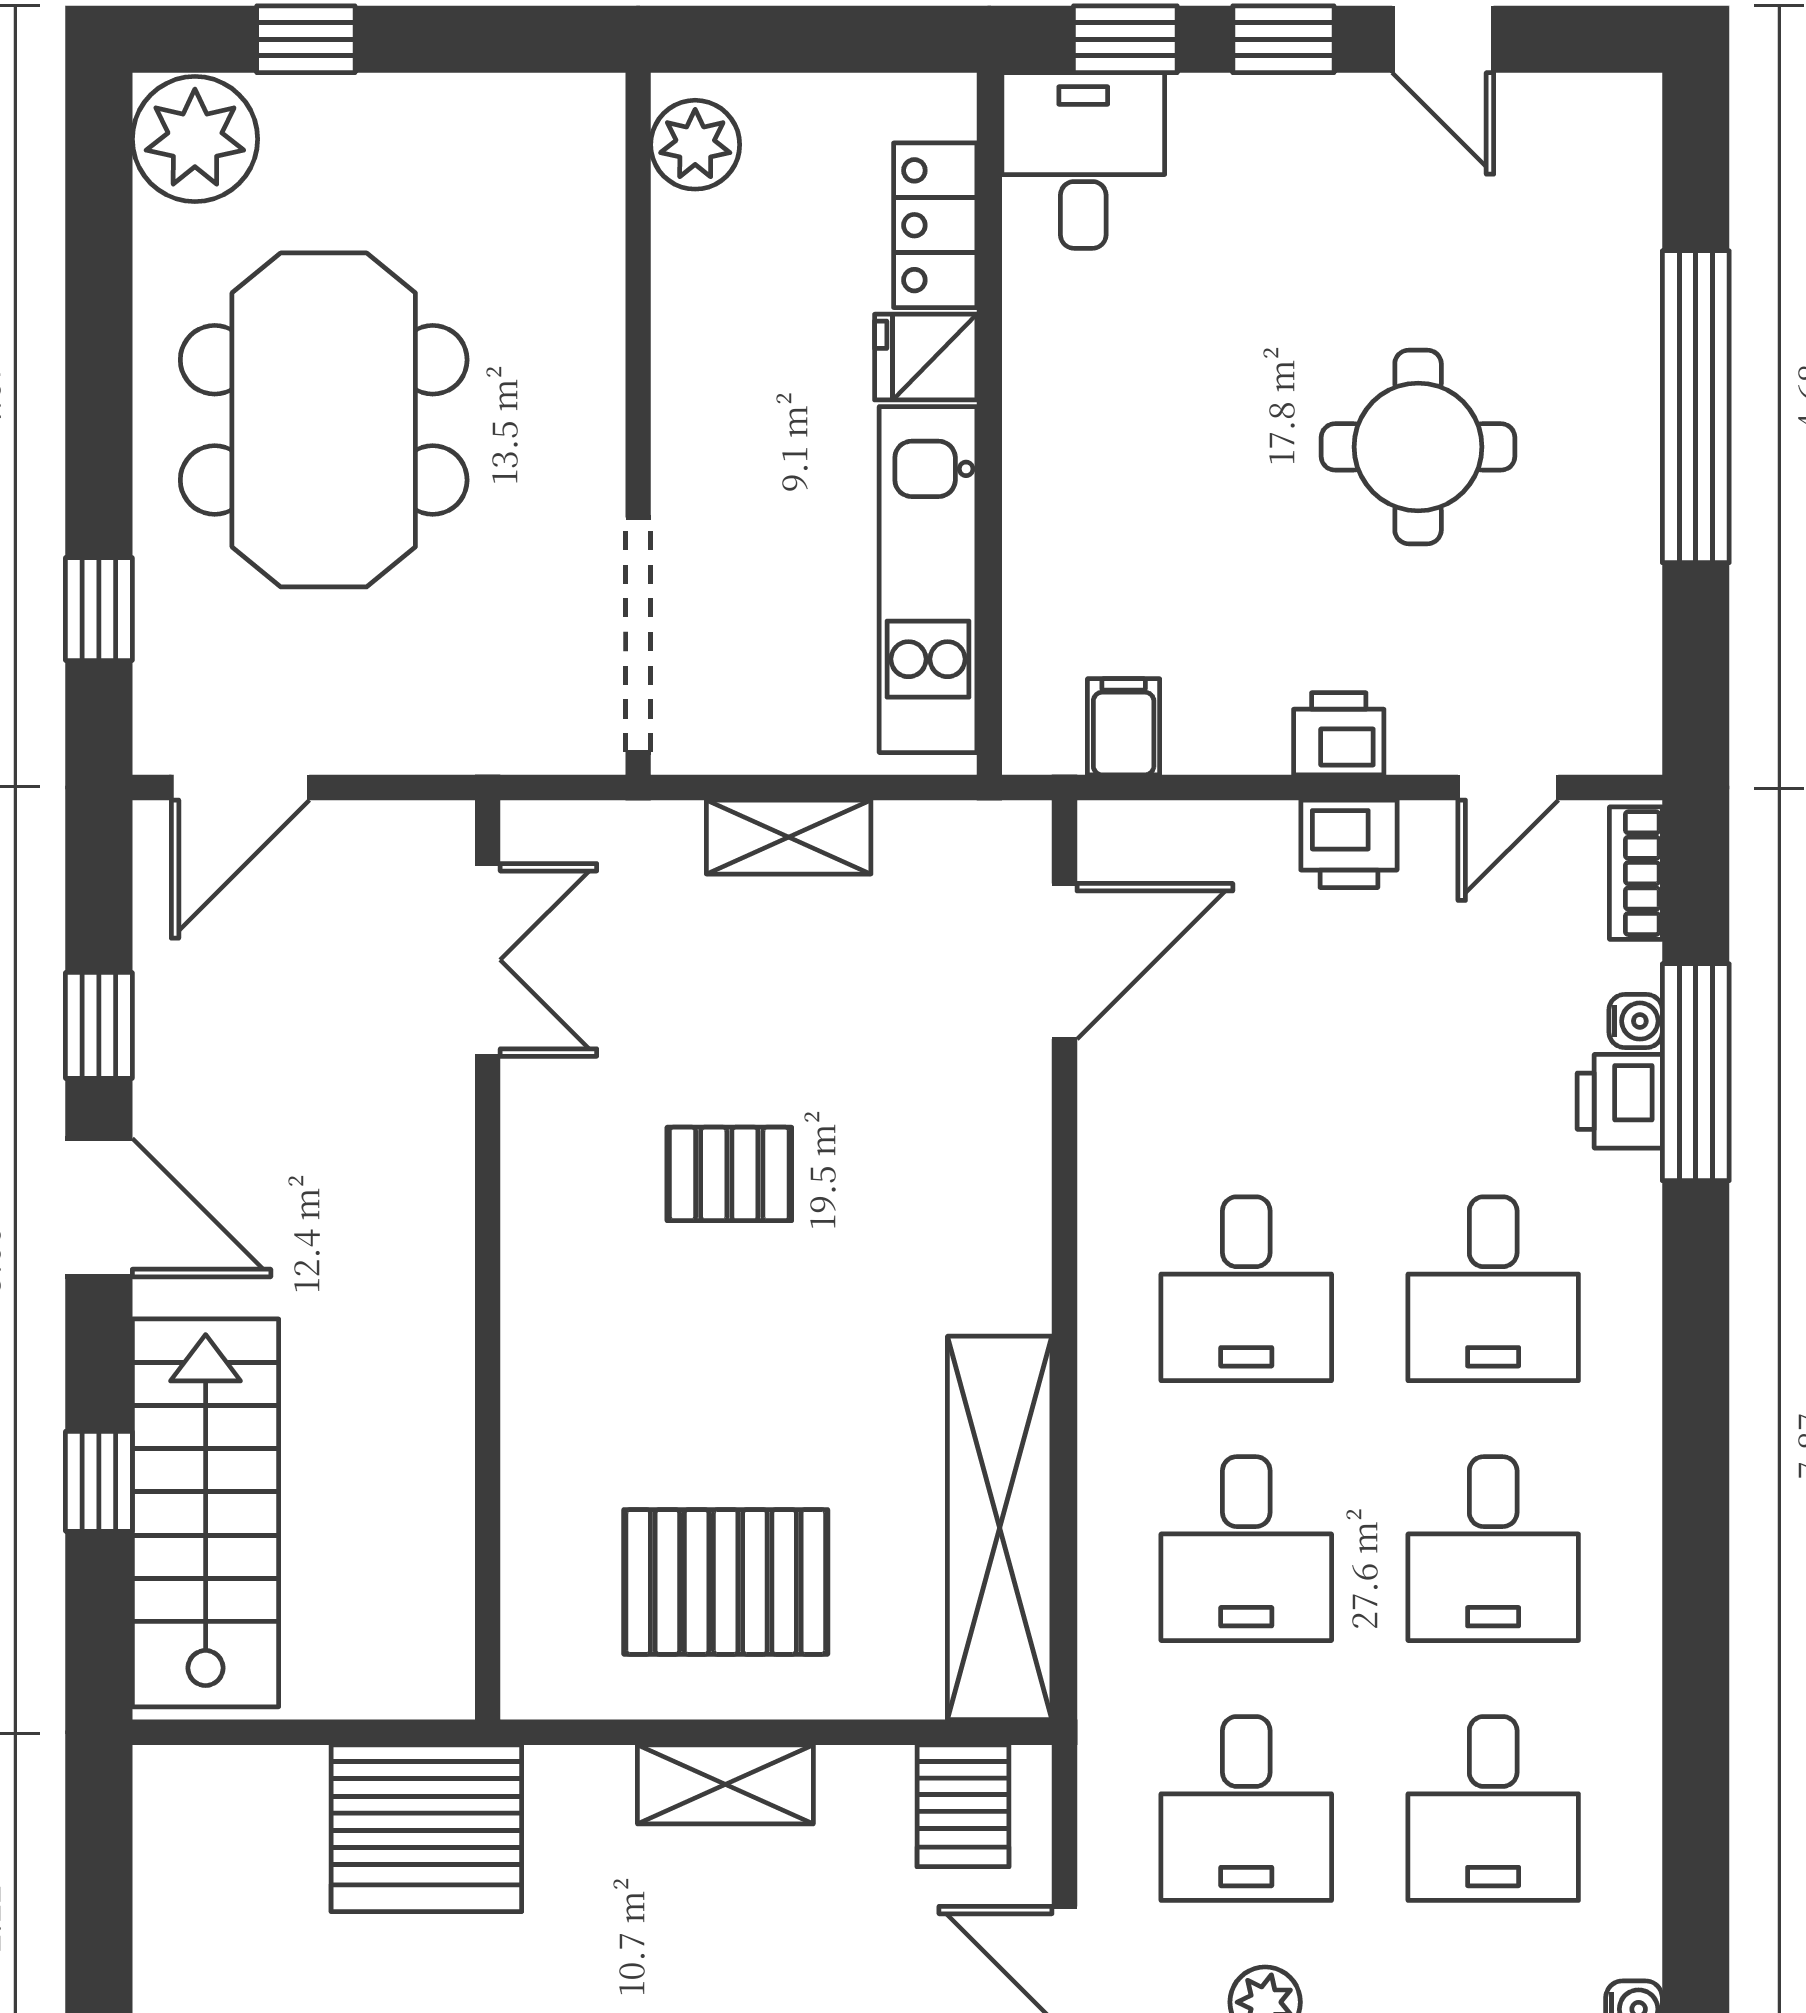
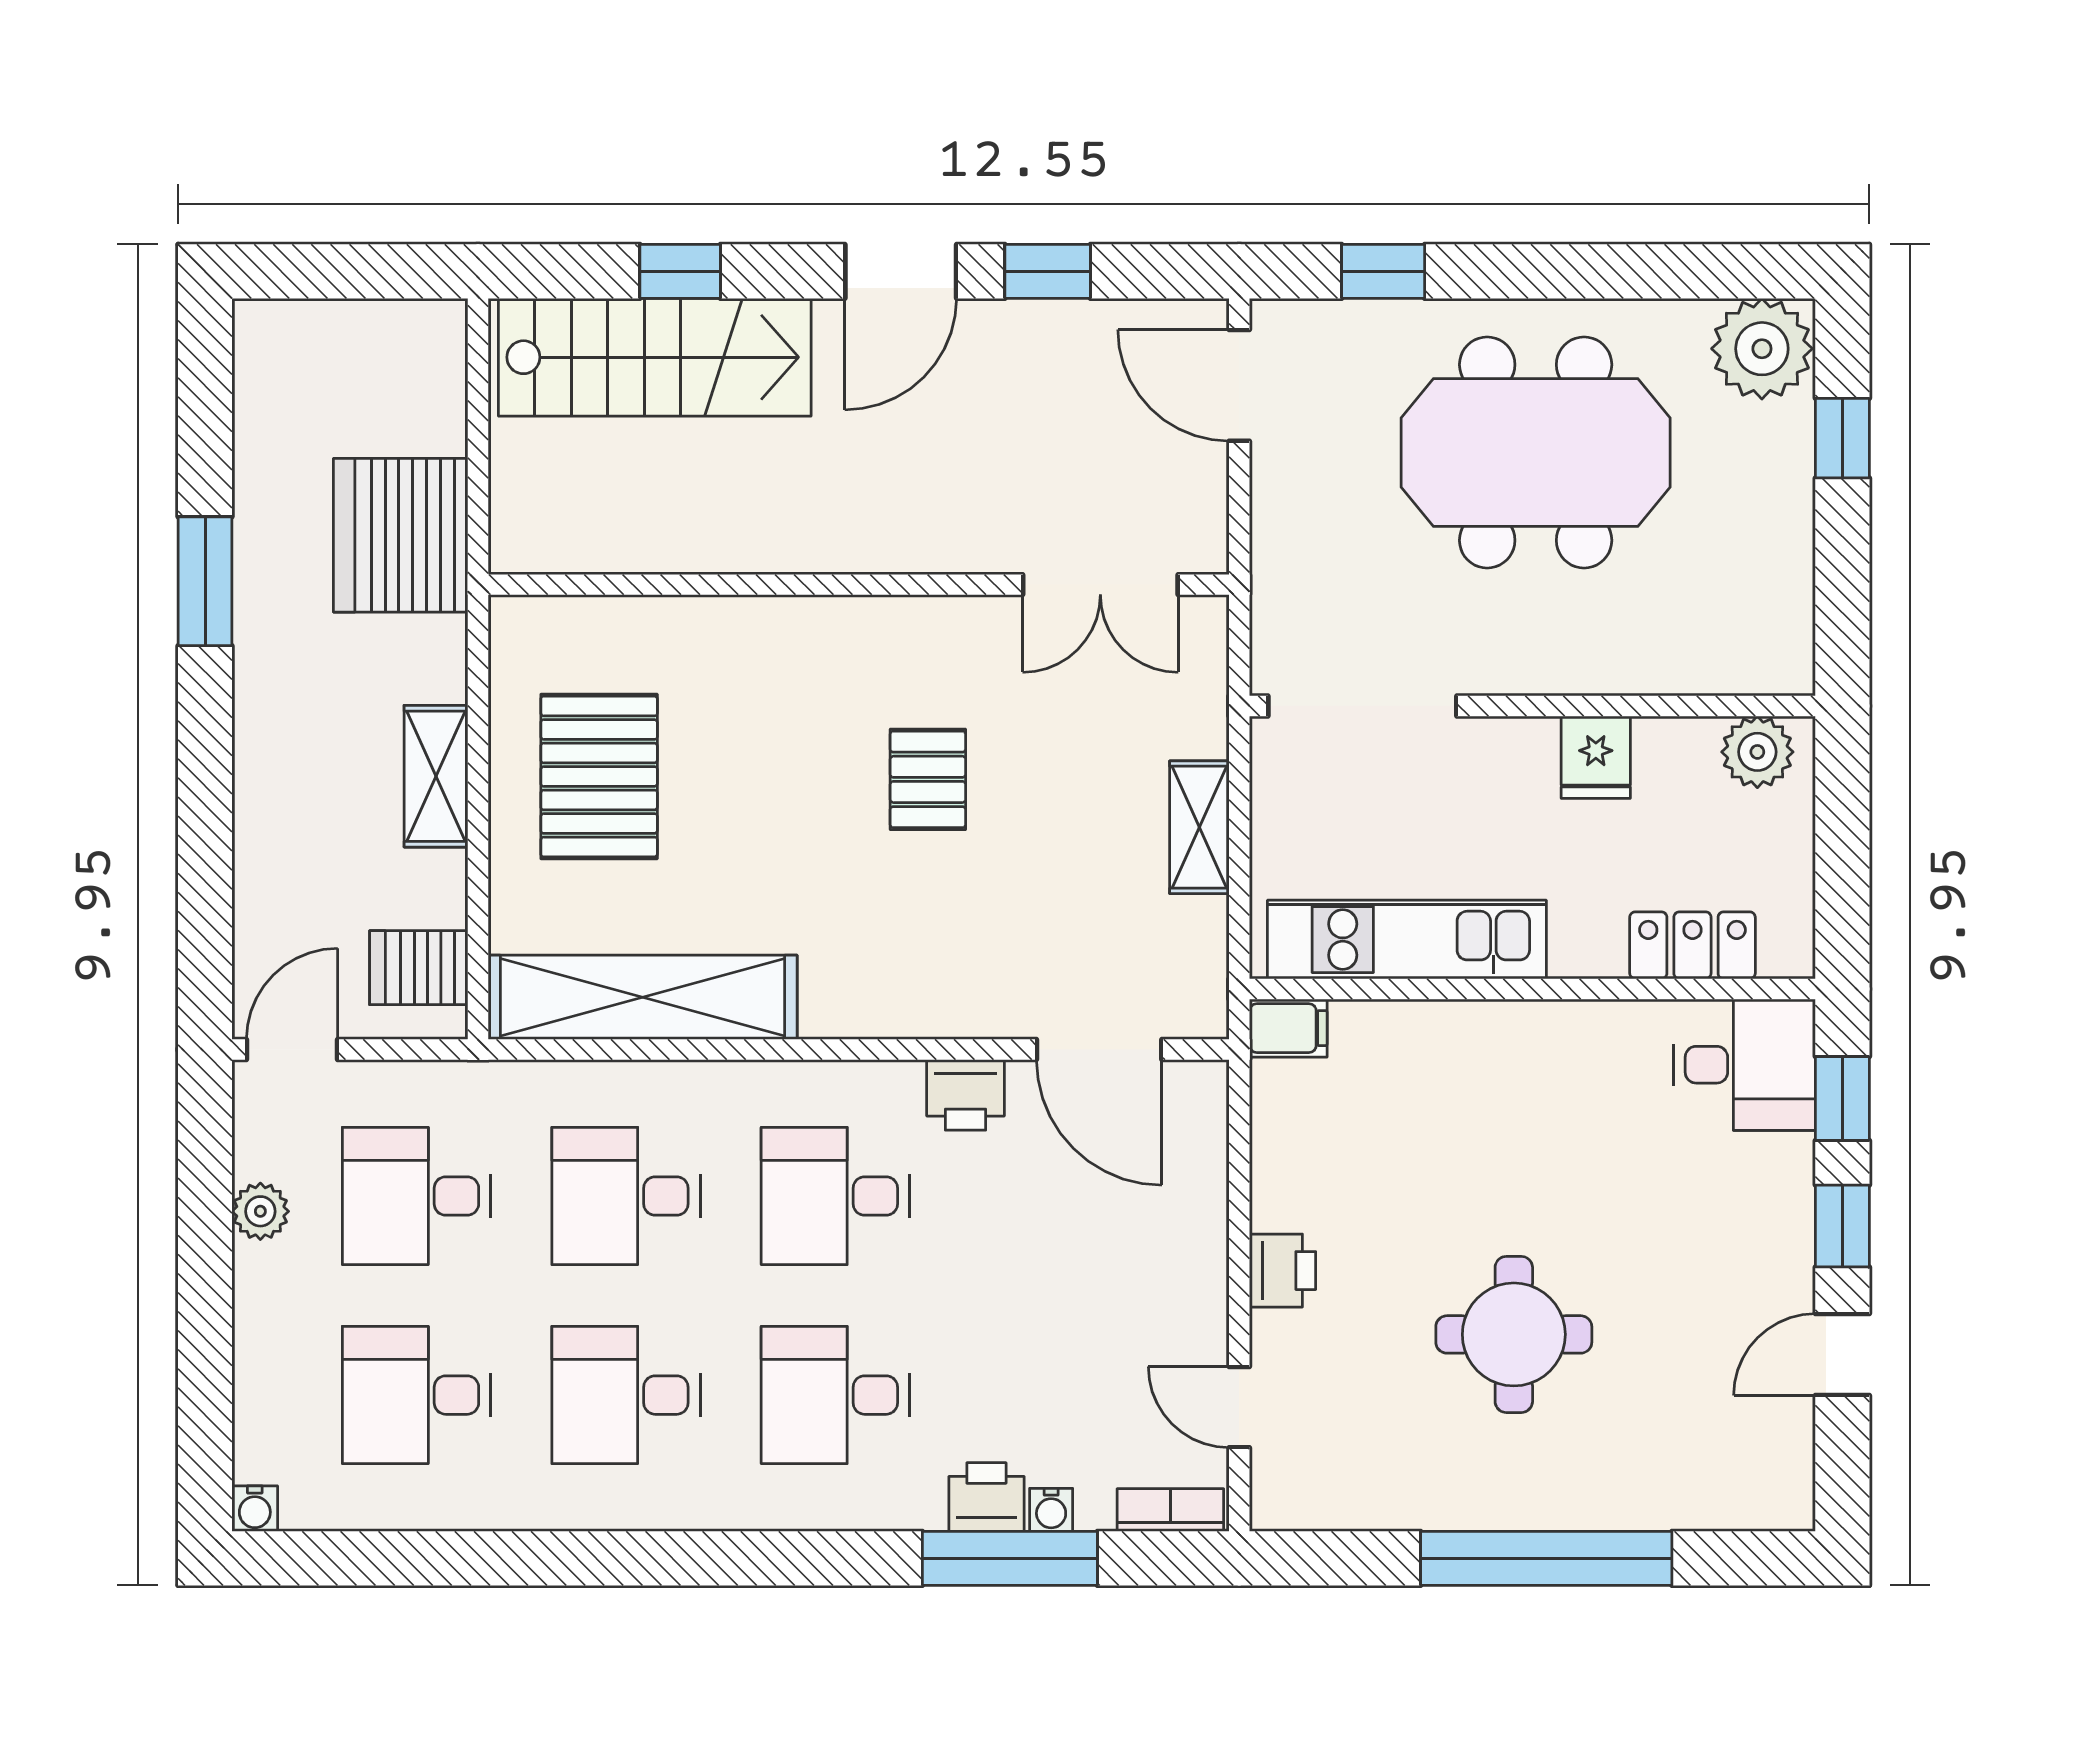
fridge: (926, 357) -> (1596, 757), moved, turned 180
filing cabinet: (1124, 727) -> (1288, 1028), moved
printer: (1349, 844) -> (965, 1095), moved, turned -90

